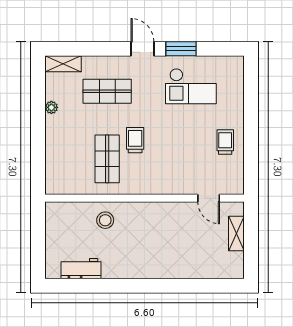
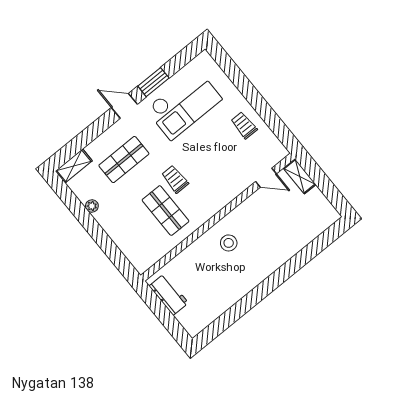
checkout: (191, 86) -> (184, 104), width x1.36, depth x1.21
stool: (105, 220) -> (229, 243), moved
shelving: (236, 234) -> (300, 176), moved
workbench: (81, 269) -> (169, 294), moved, turned 90

